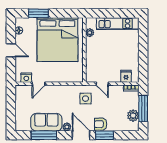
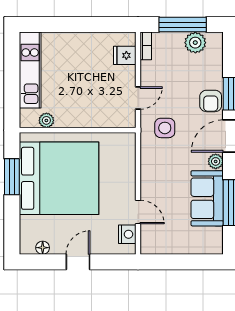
window: (38, 13) -> (12, 177), moved

